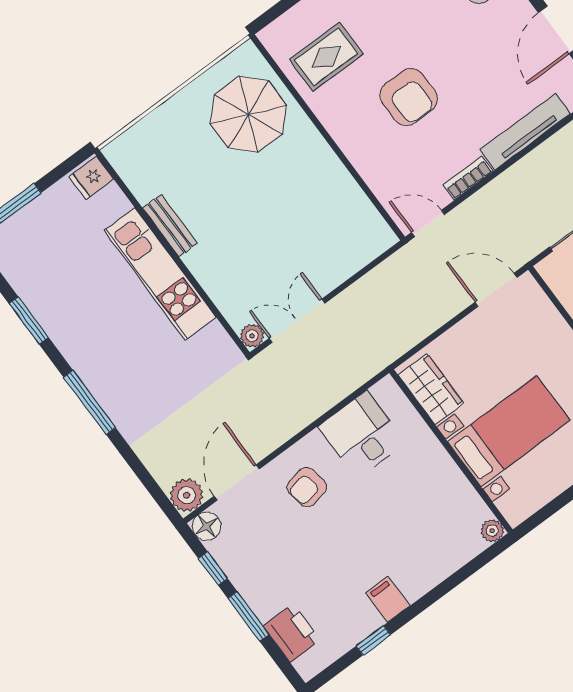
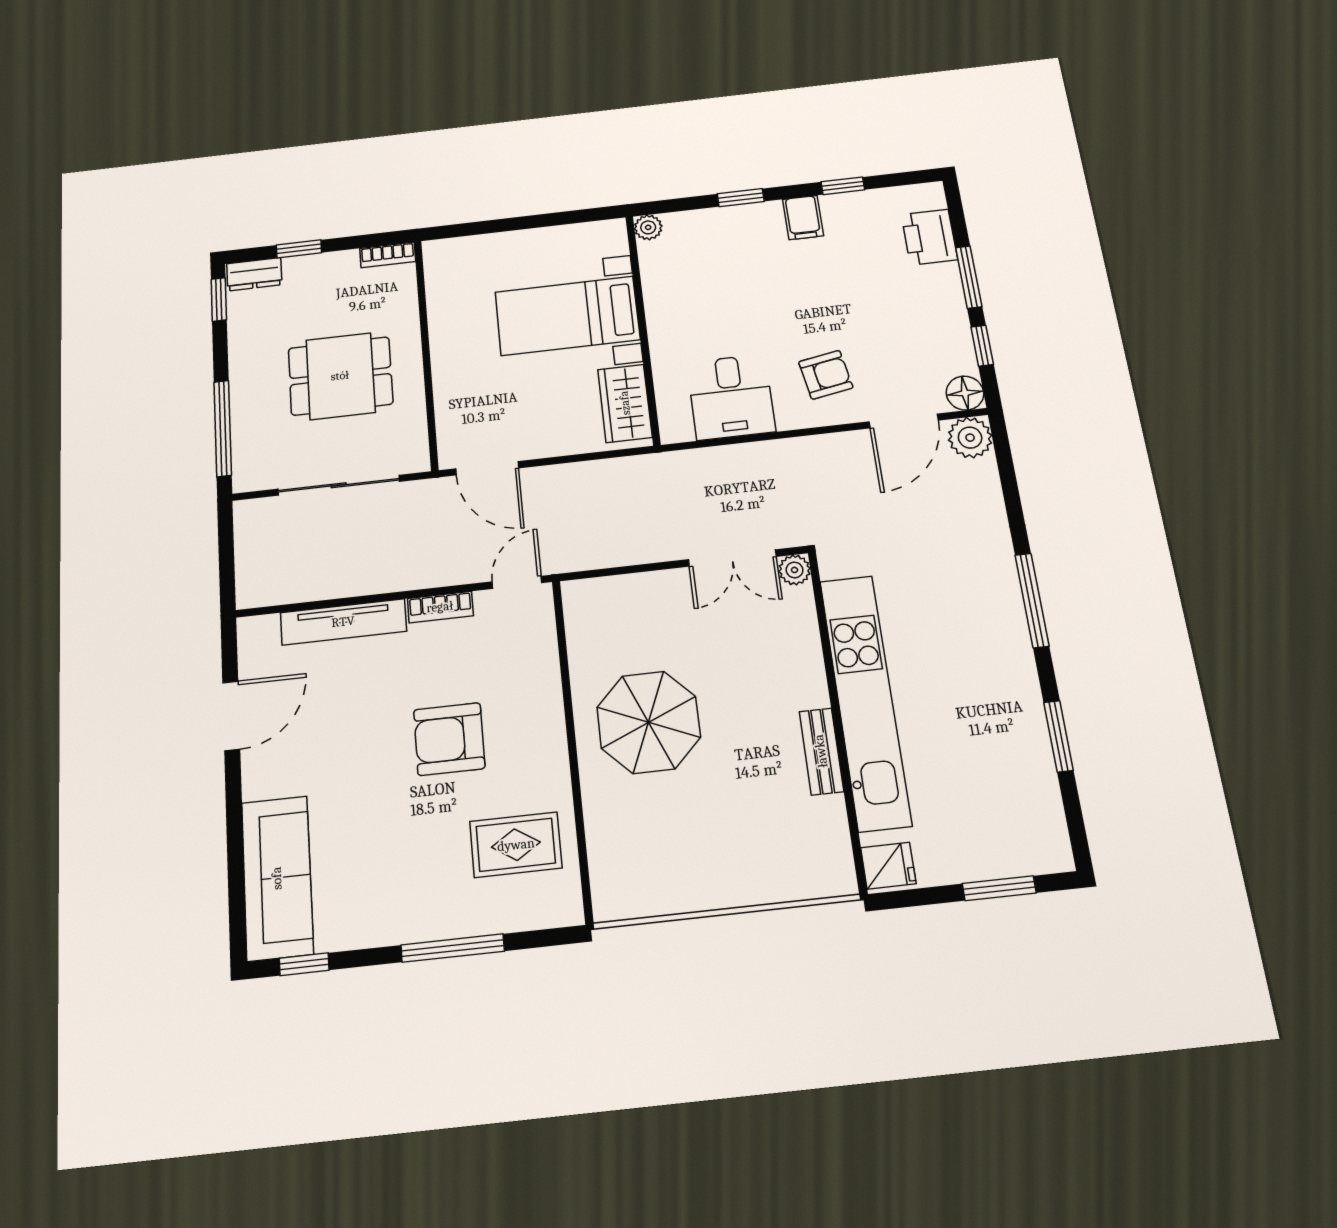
armchair: (409, 97) -> (449, 739), turned -90
parasol: (248, 114) -> (649, 722), moved
door: (428, 223) -> (517, 582), swing flipped
kitchen unit: (160, 274) -> (865, 701), width x1.36
window: (440, 591) -> (741, 198), added

